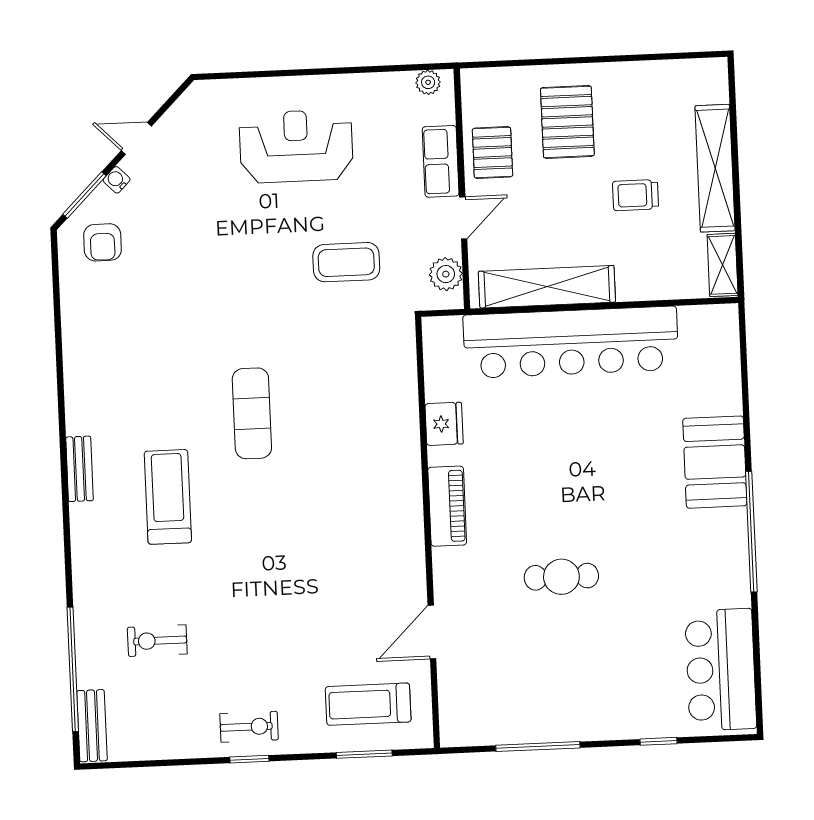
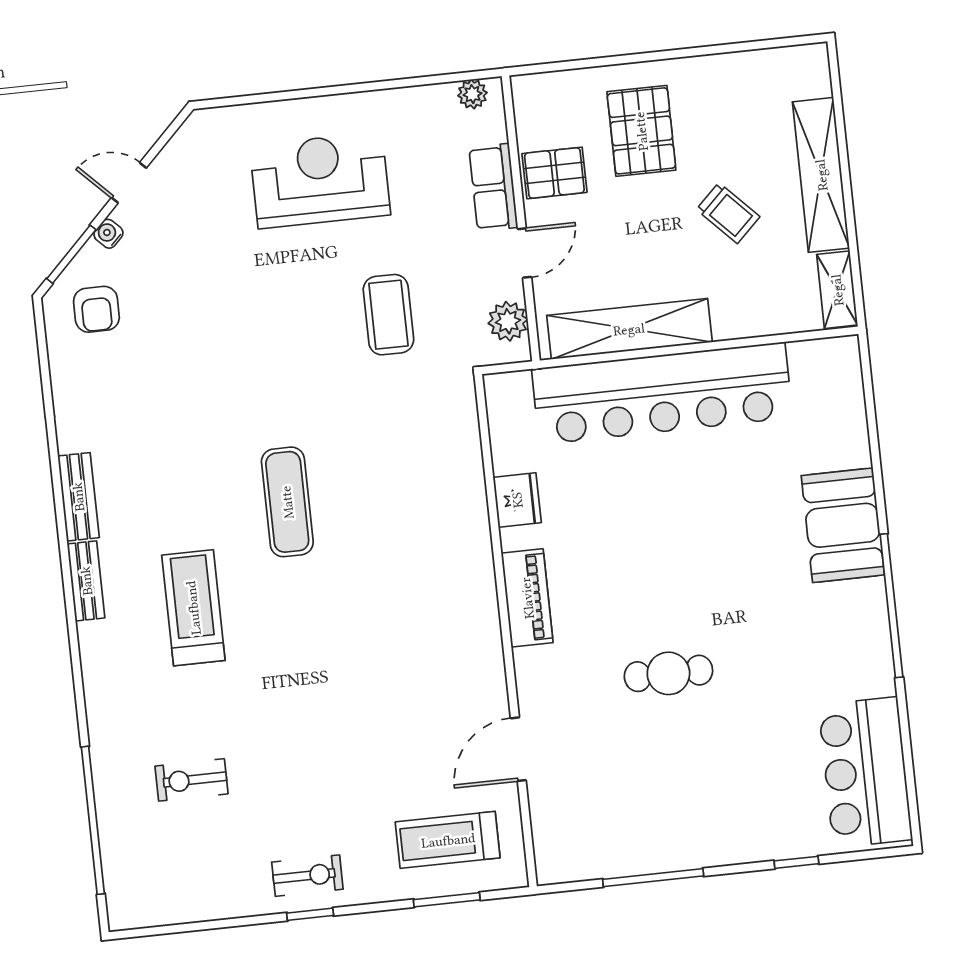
pallet: (492, 153) -> (554, 173), turned 90
trolley: (635, 195) -> (728, 213), turned -134
coffee table: (346, 262) -> (388, 315), turned 90
bench: (92, 726) -> (78, 497), moved

